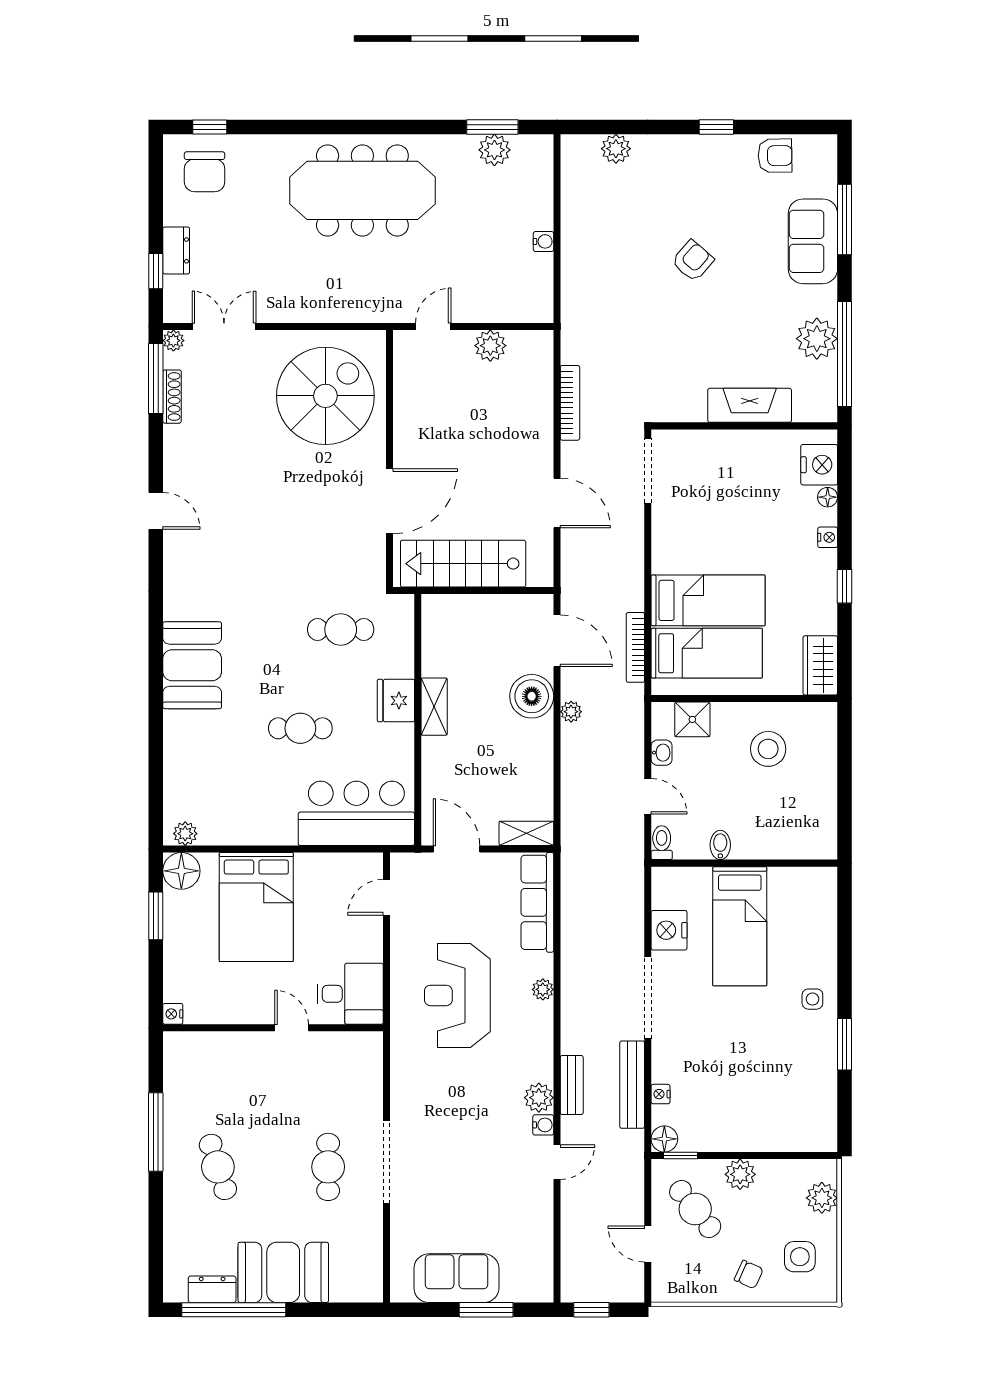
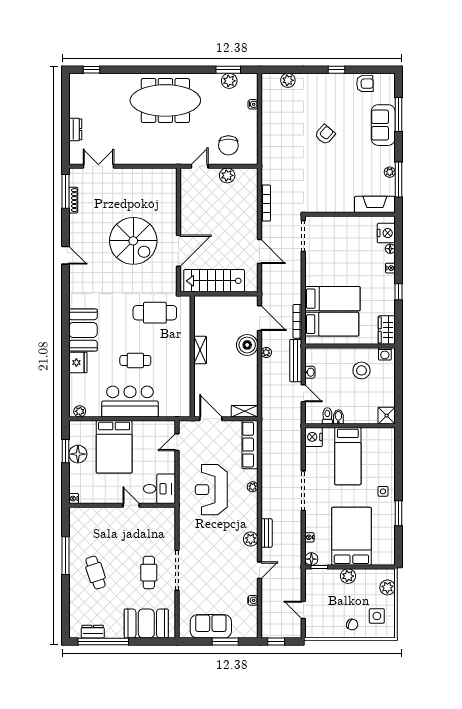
chair: (205, 172) -> (228, 145), moved
water cooler: (543, 241) -> (253, 104), moved
window: (156, 271) -> (65, 139), removed
plant: (817, 339) -> (390, 172), width x0.53, depth x0.53
plant: (173, 341) -> (74, 173), removed
window: (845, 354) -> (398, 179), width x0.68
spiral stairs: (325, 396) -> (133, 241), moved, turned 90
fireplace: (750, 405) -> (375, 204), moved
cafe table: (341, 630) -> (155, 313), width x1.37, depth x1.35
fridge: (396, 701) -> (78, 363), moved, turned 180
washing machine: (816, 715) -> (385, 354), added
shower: (692, 719) -> (387, 416), moved
bar counter: (356, 813) -> (130, 402), moved
toilet: (662, 843) -> (327, 416), moved
floor lamp: (181, 871) -> (78, 454), moved
nightstand: (669, 930) -> (314, 437), moved
bench: (632, 1085) -> (296, 361), moved
bed: (747, 1092) -> (351, 536), added
water cooler: (543, 1125) -> (253, 600), moved
cafe table: (695, 1209) -> (326, 593), removed
booth: (283, 1272) -> (146, 623), moved

